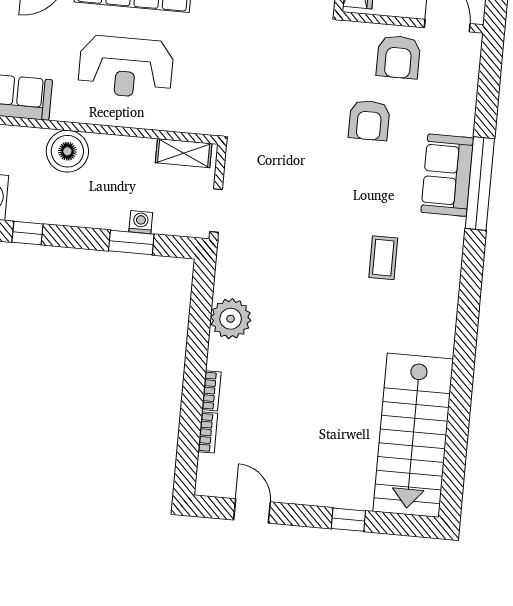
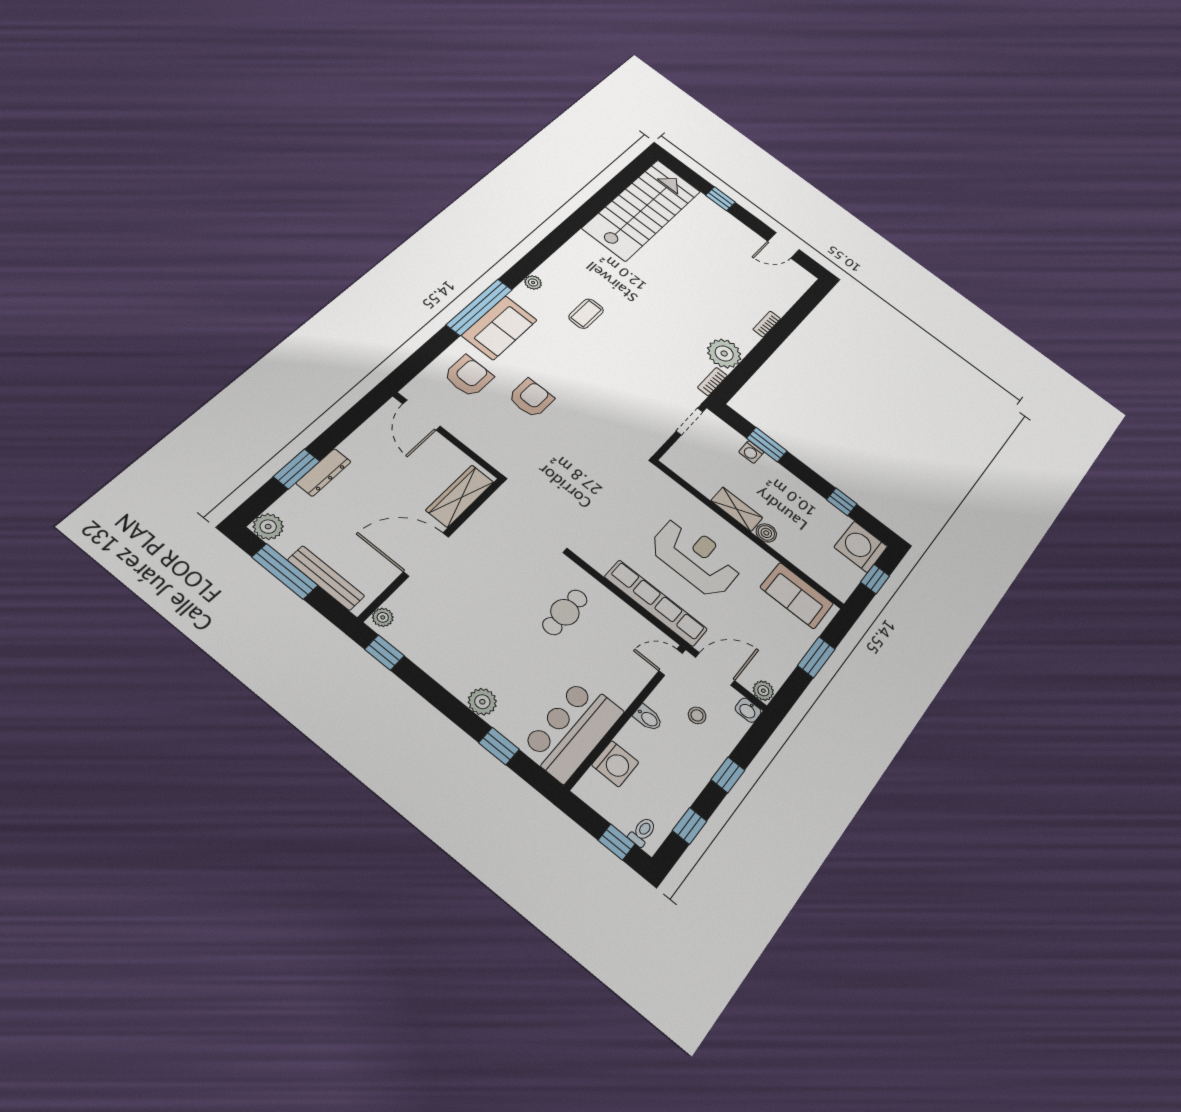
armchair: (398, 57) -> (468, 376), moved
boiler: (67, 151) -> (766, 533), width x0.54, depth x0.54
shelving: (184, 153) -> (737, 509), moved
plant: (453, 253) -> (533, 283), added
bookcase: (208, 432) -> (712, 382), moved
door: (252, 511) -> (783, 245), hinge flipped

